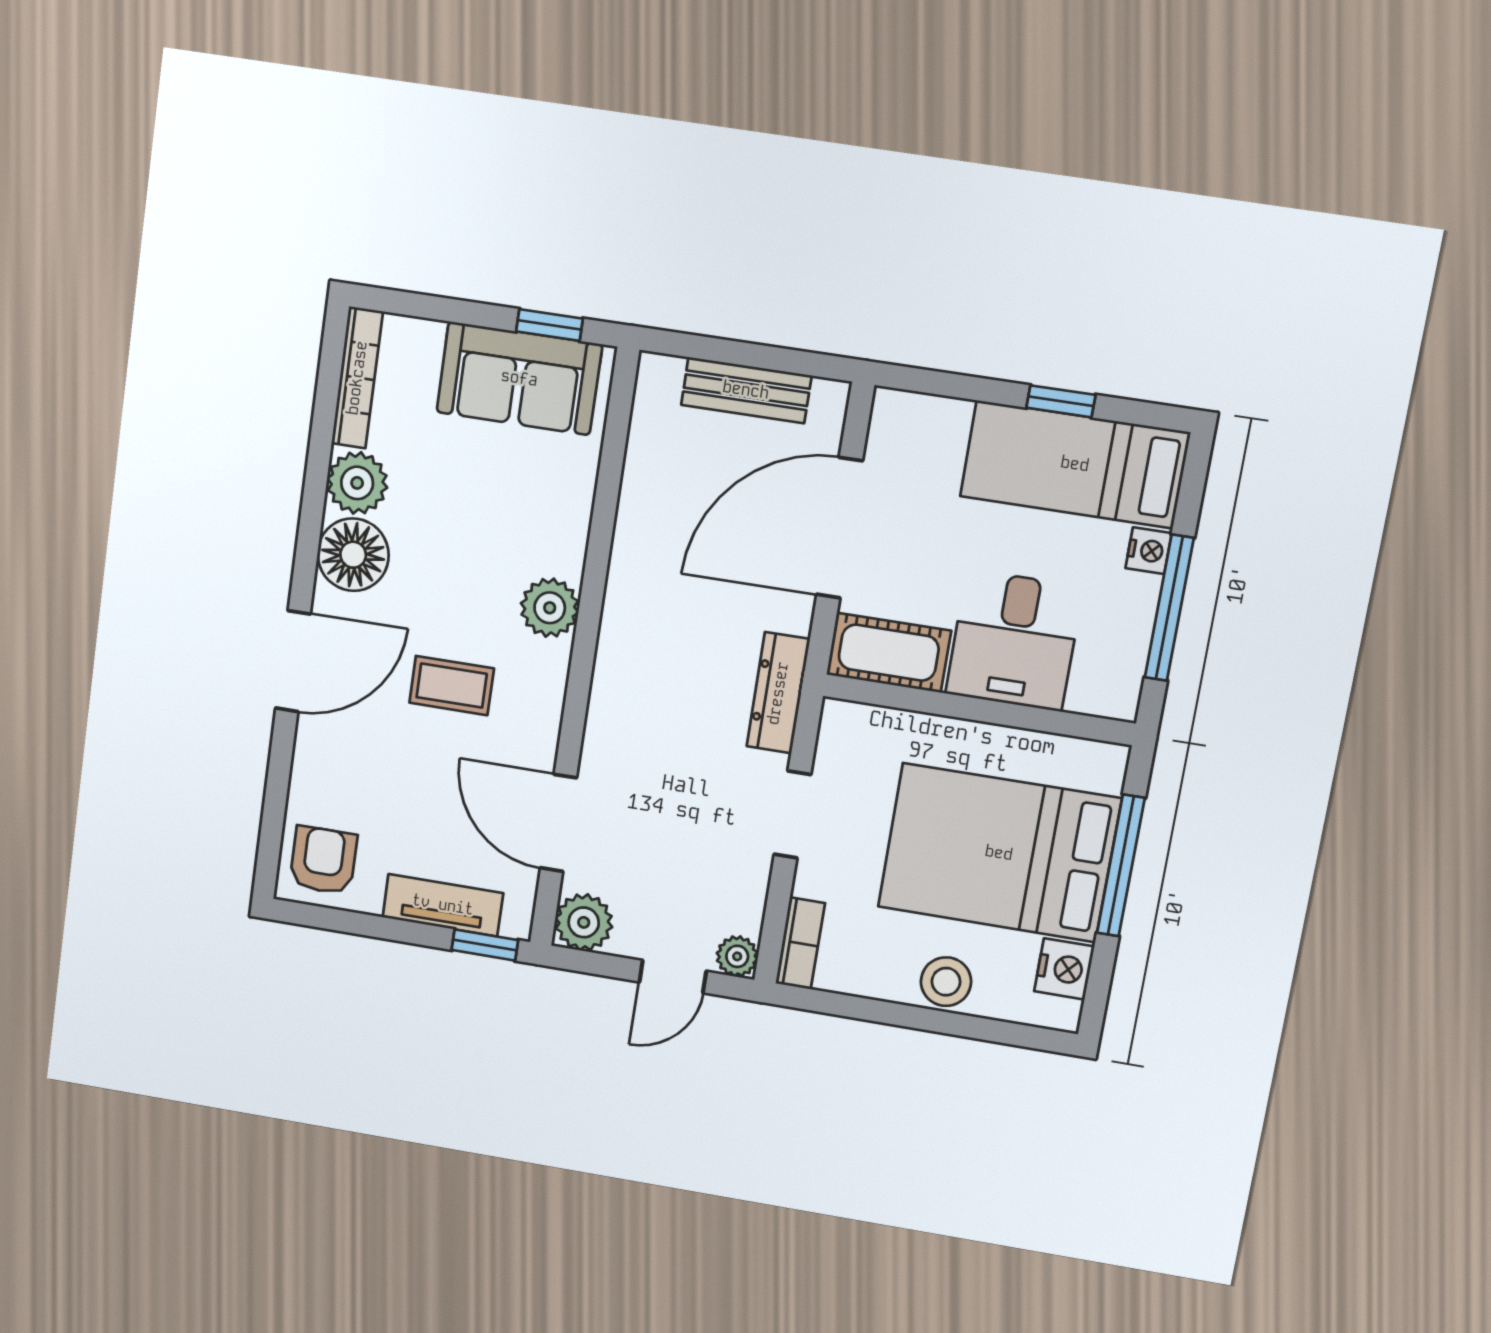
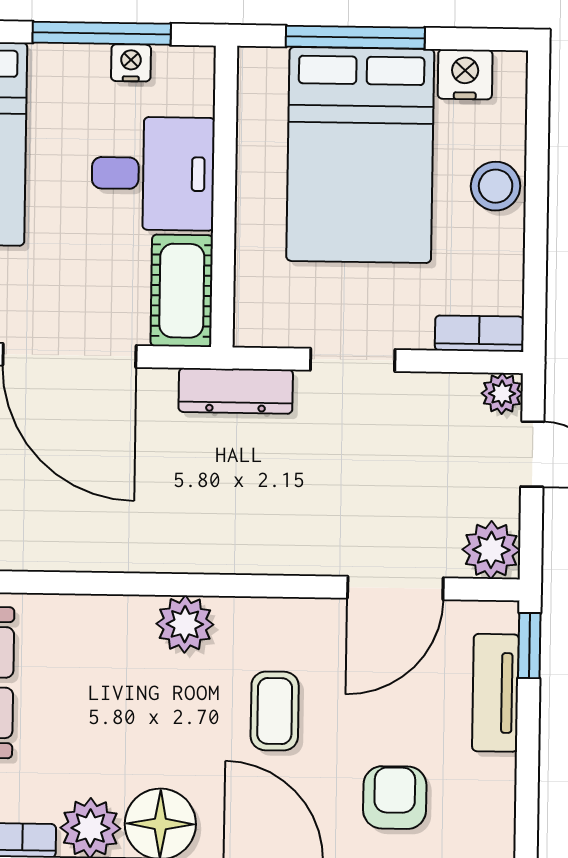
nightstand: (1149, 551) -> (131, 63), moved
armchair: (323, 860) -> (395, 798), moved, turned 90

